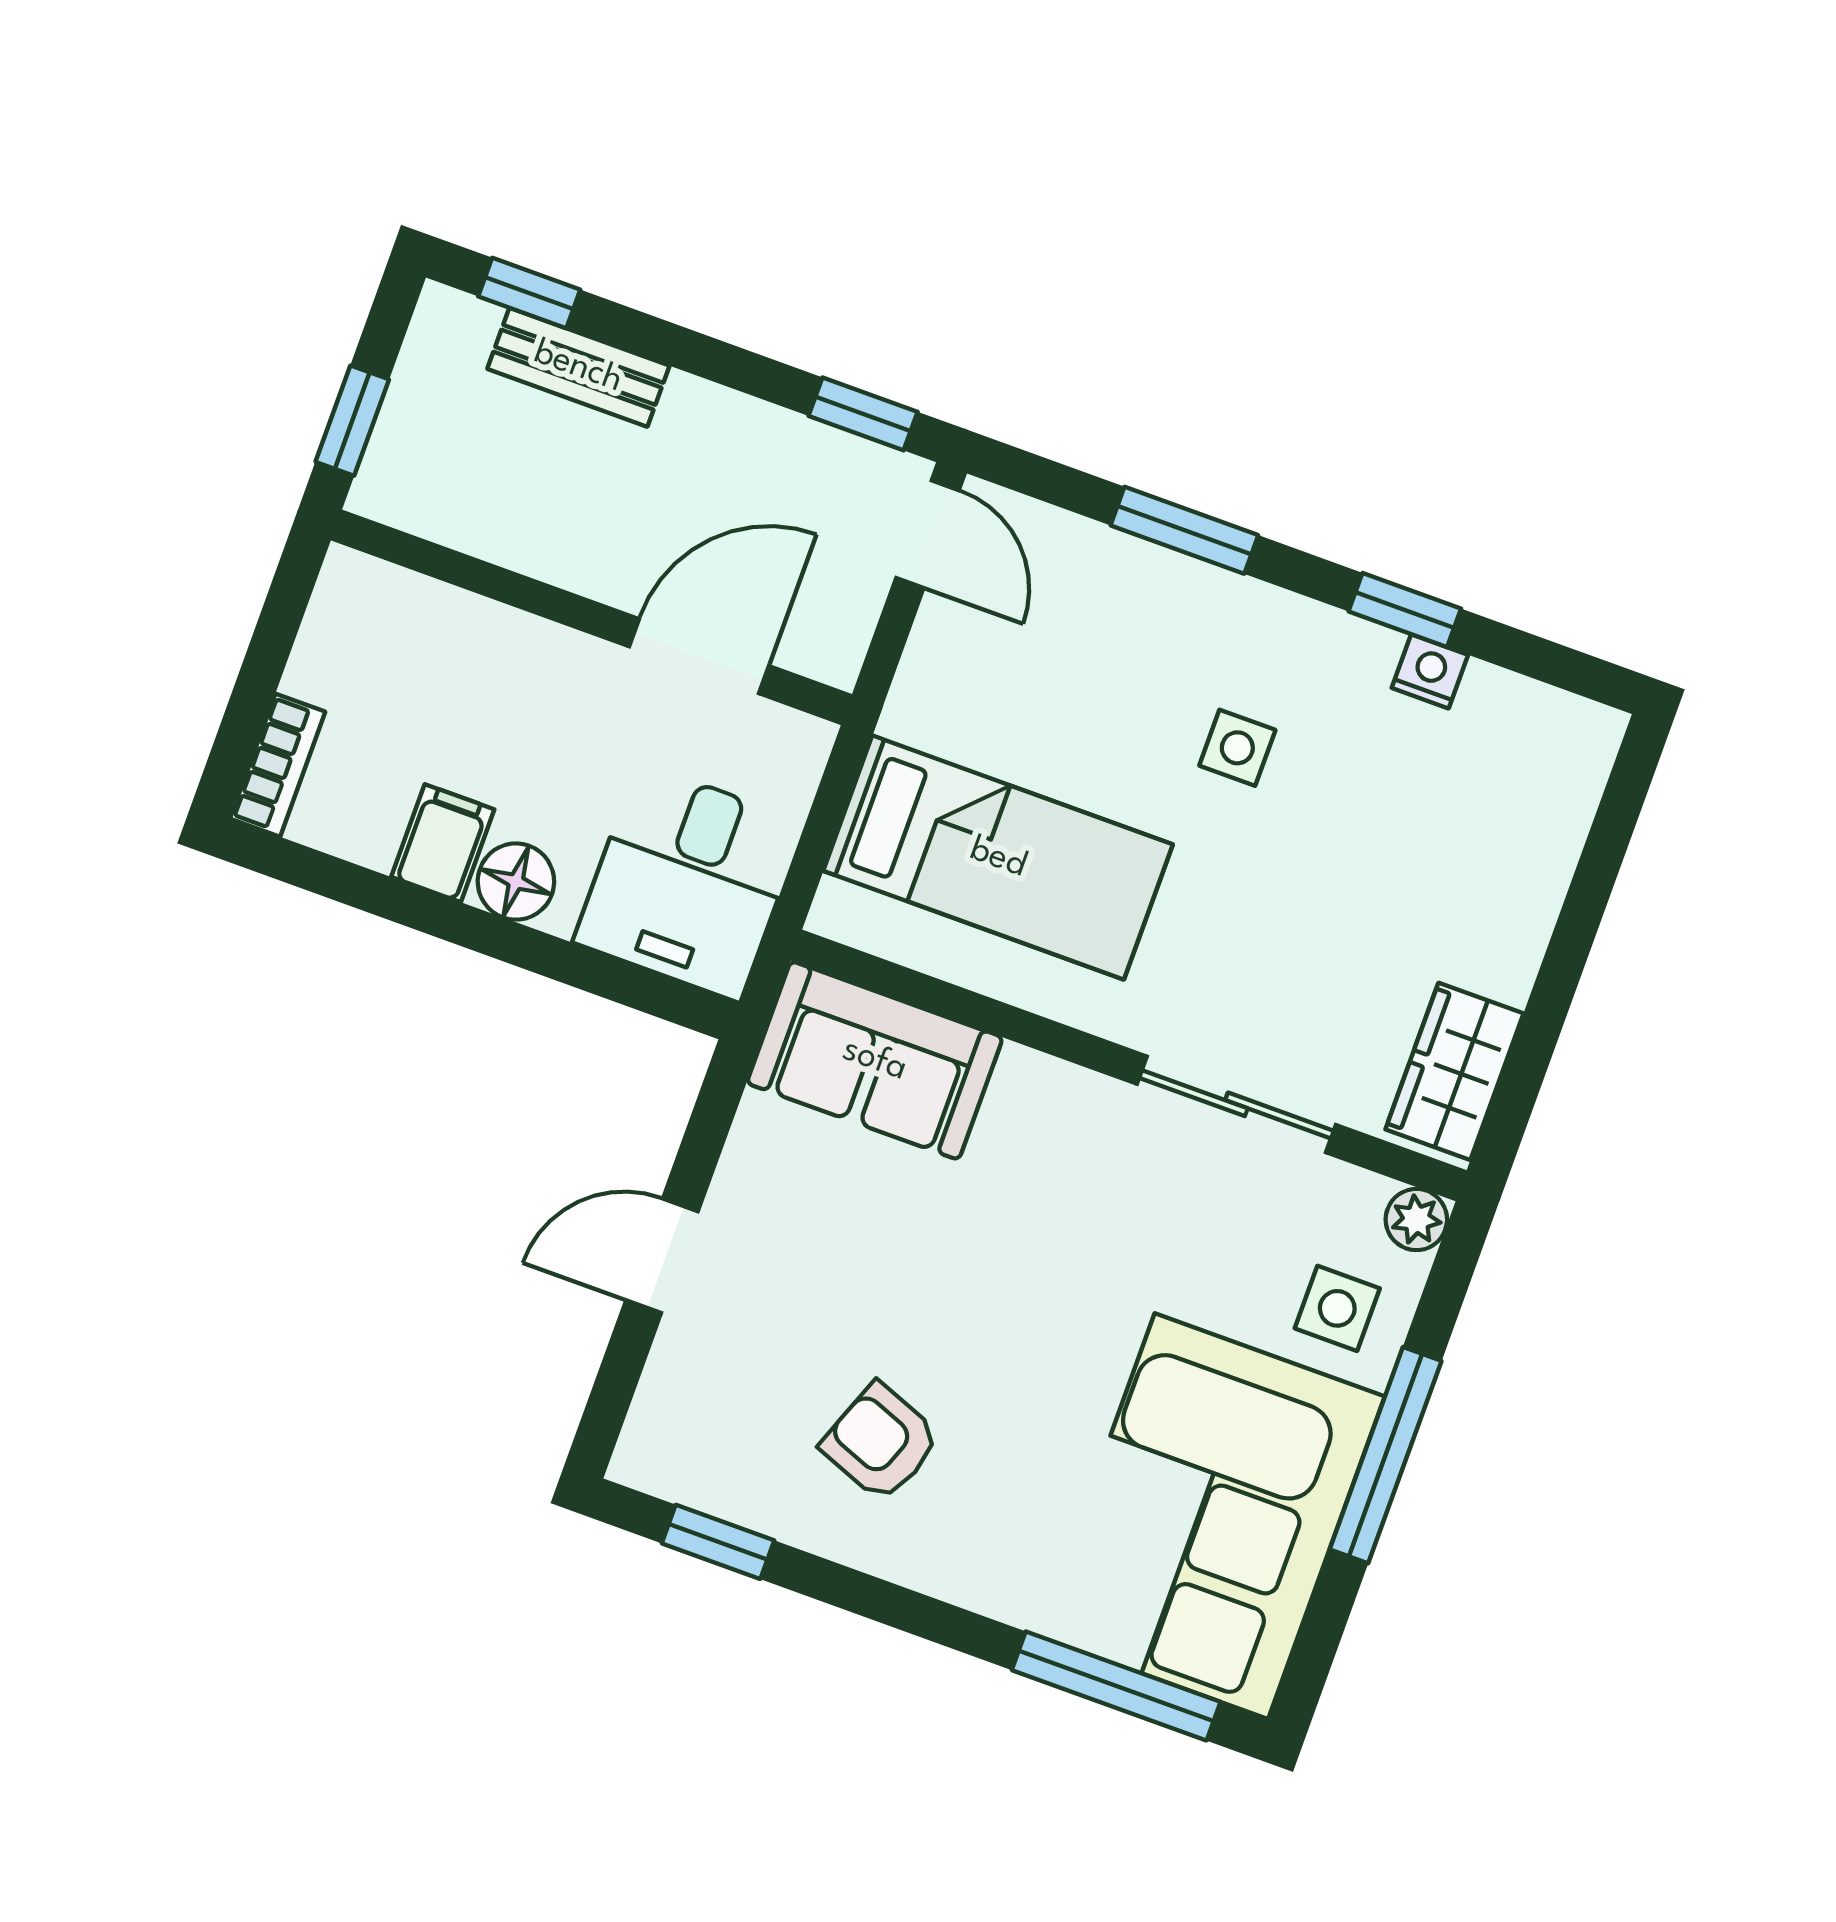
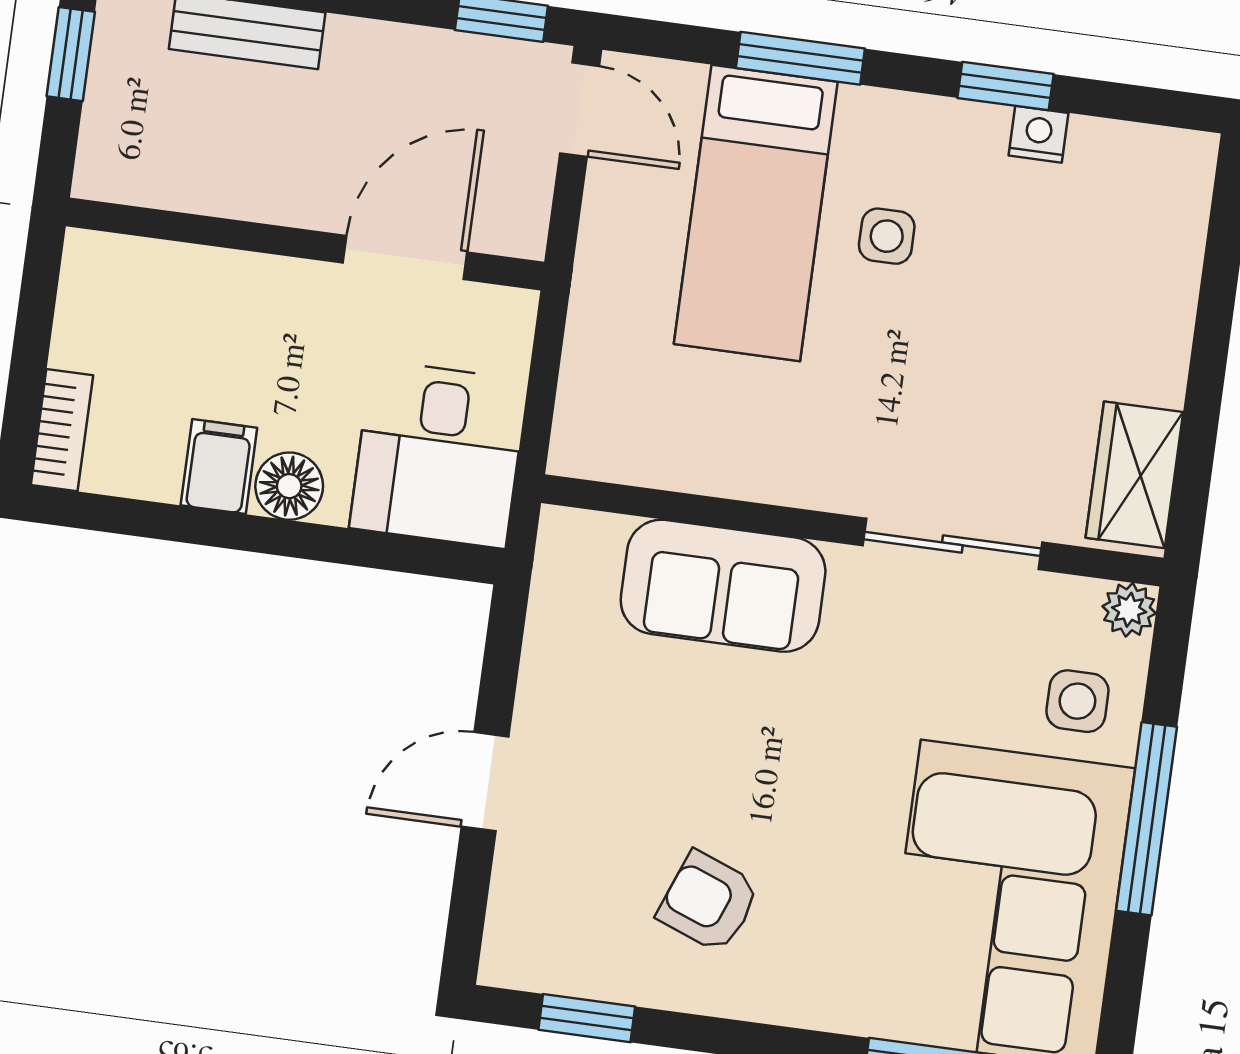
window: (352, 421) -> (71, 54), moved
bed: (998, 858) -> (756, 213), moved, turned 90
sofa: (875, 1060) -> (723, 586), moved

